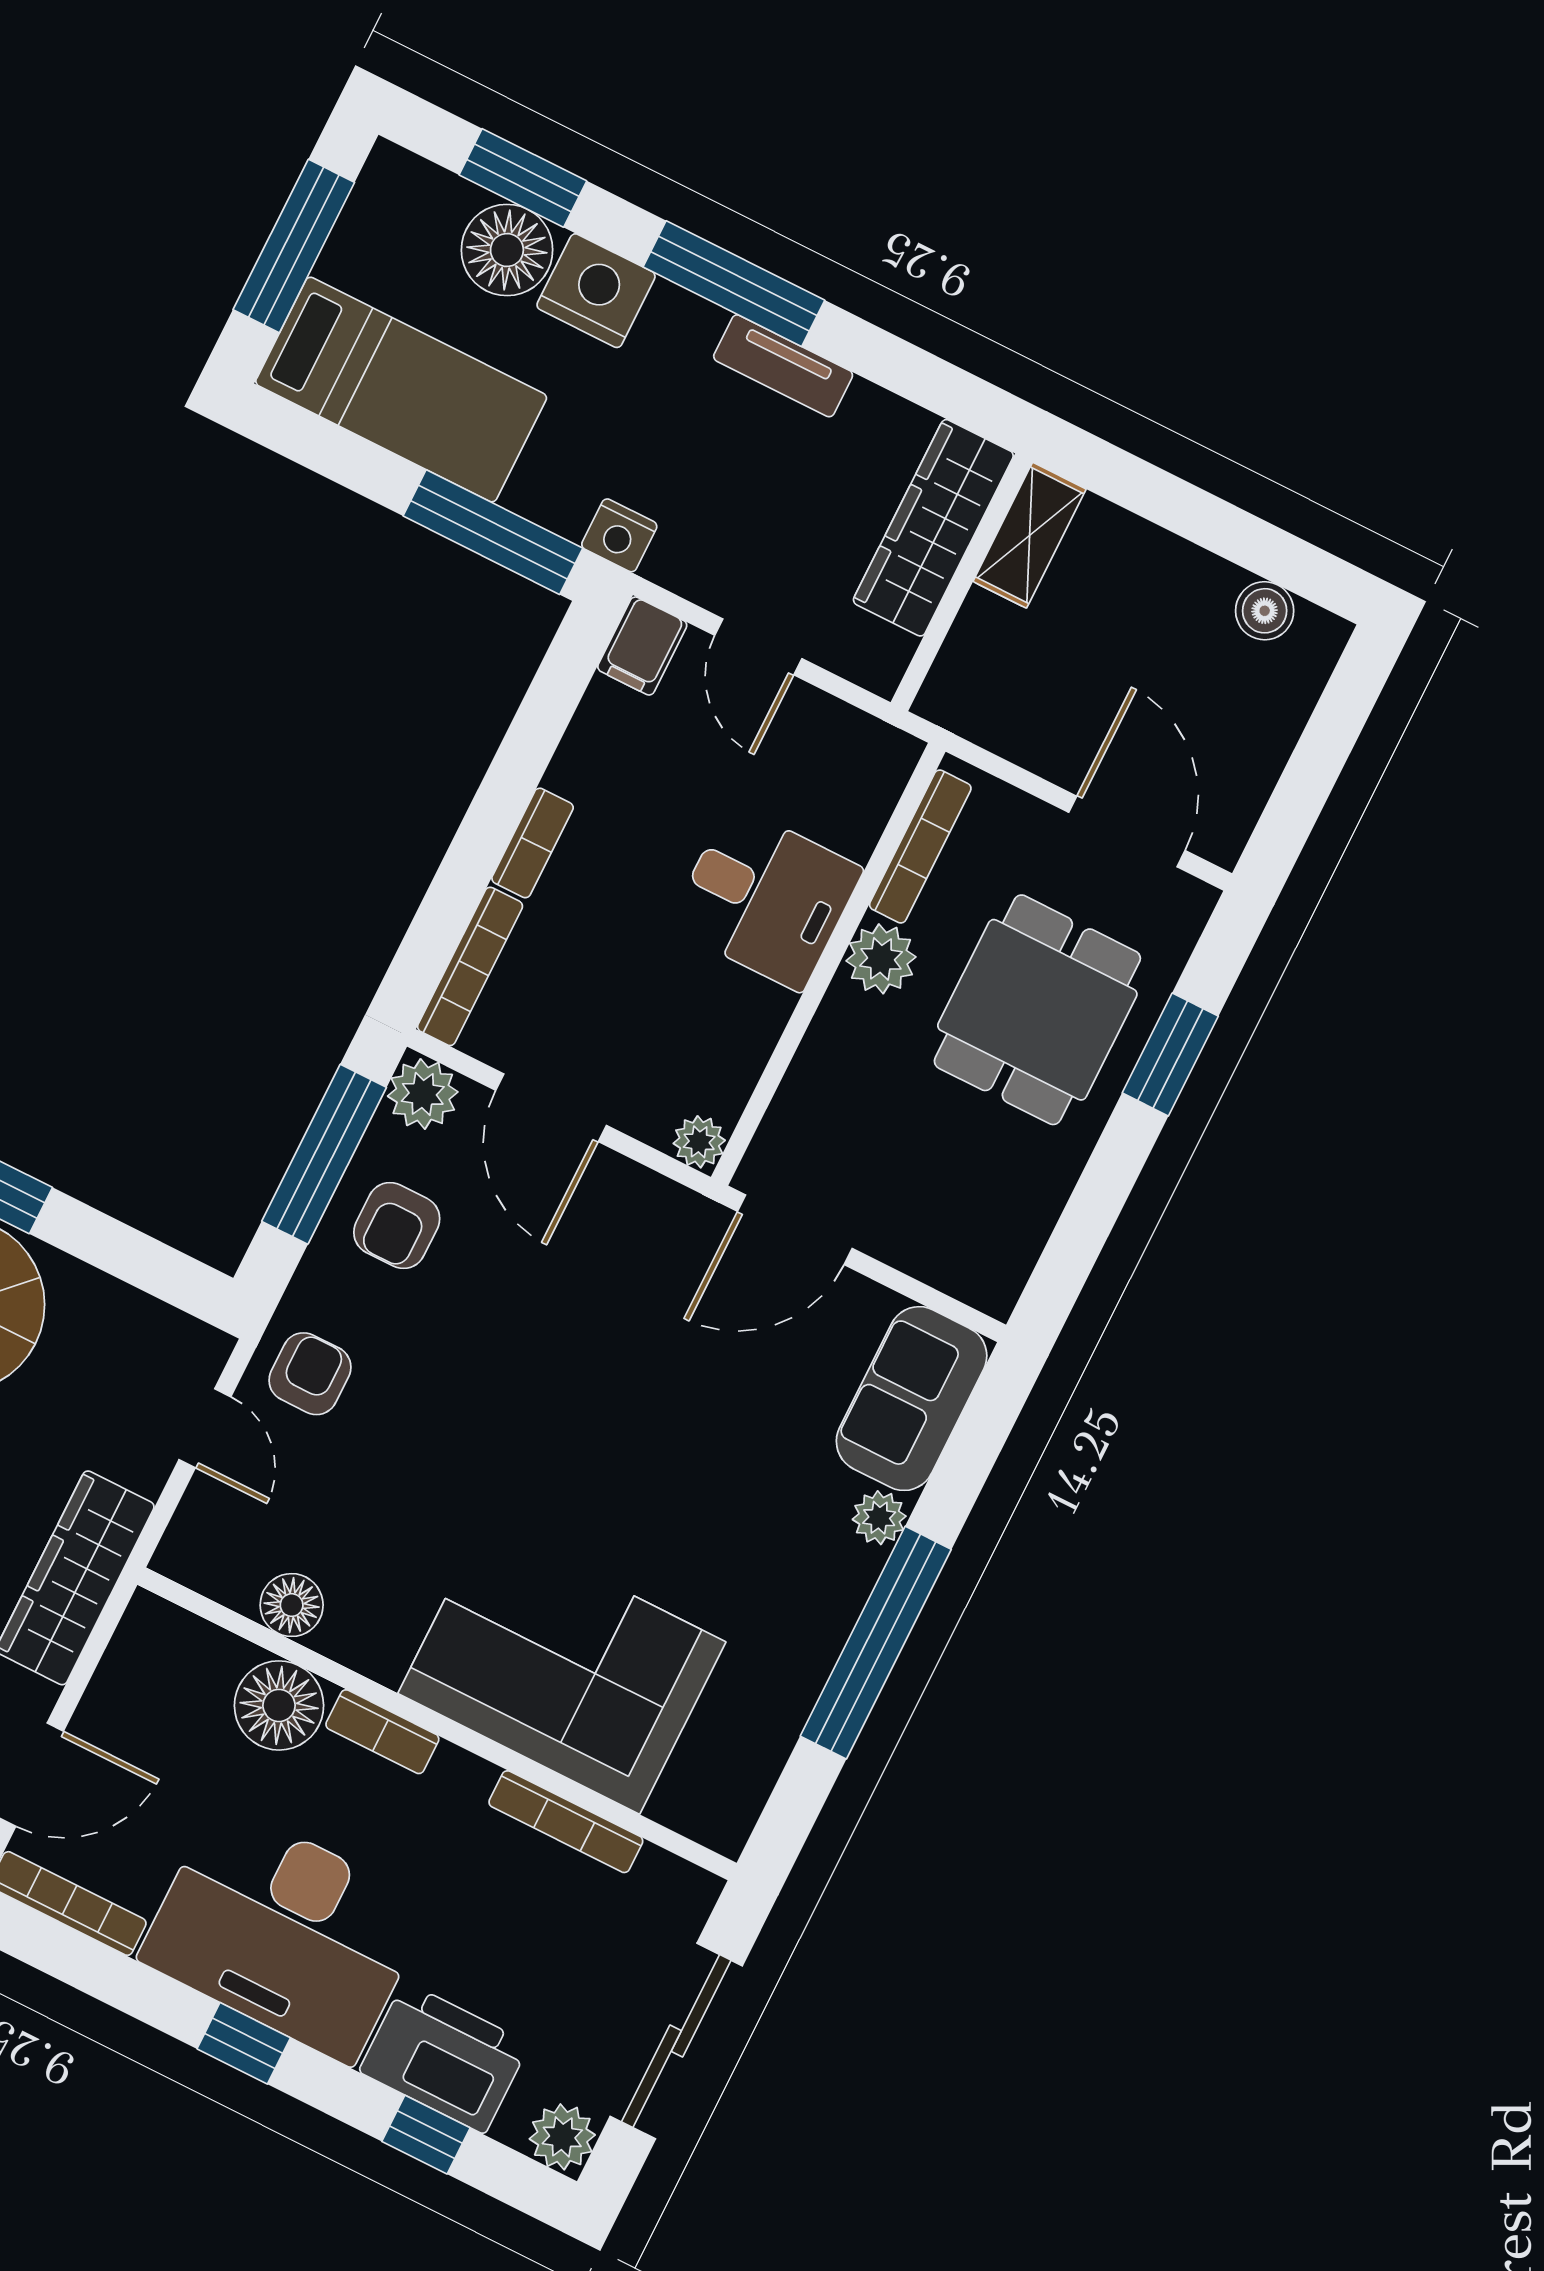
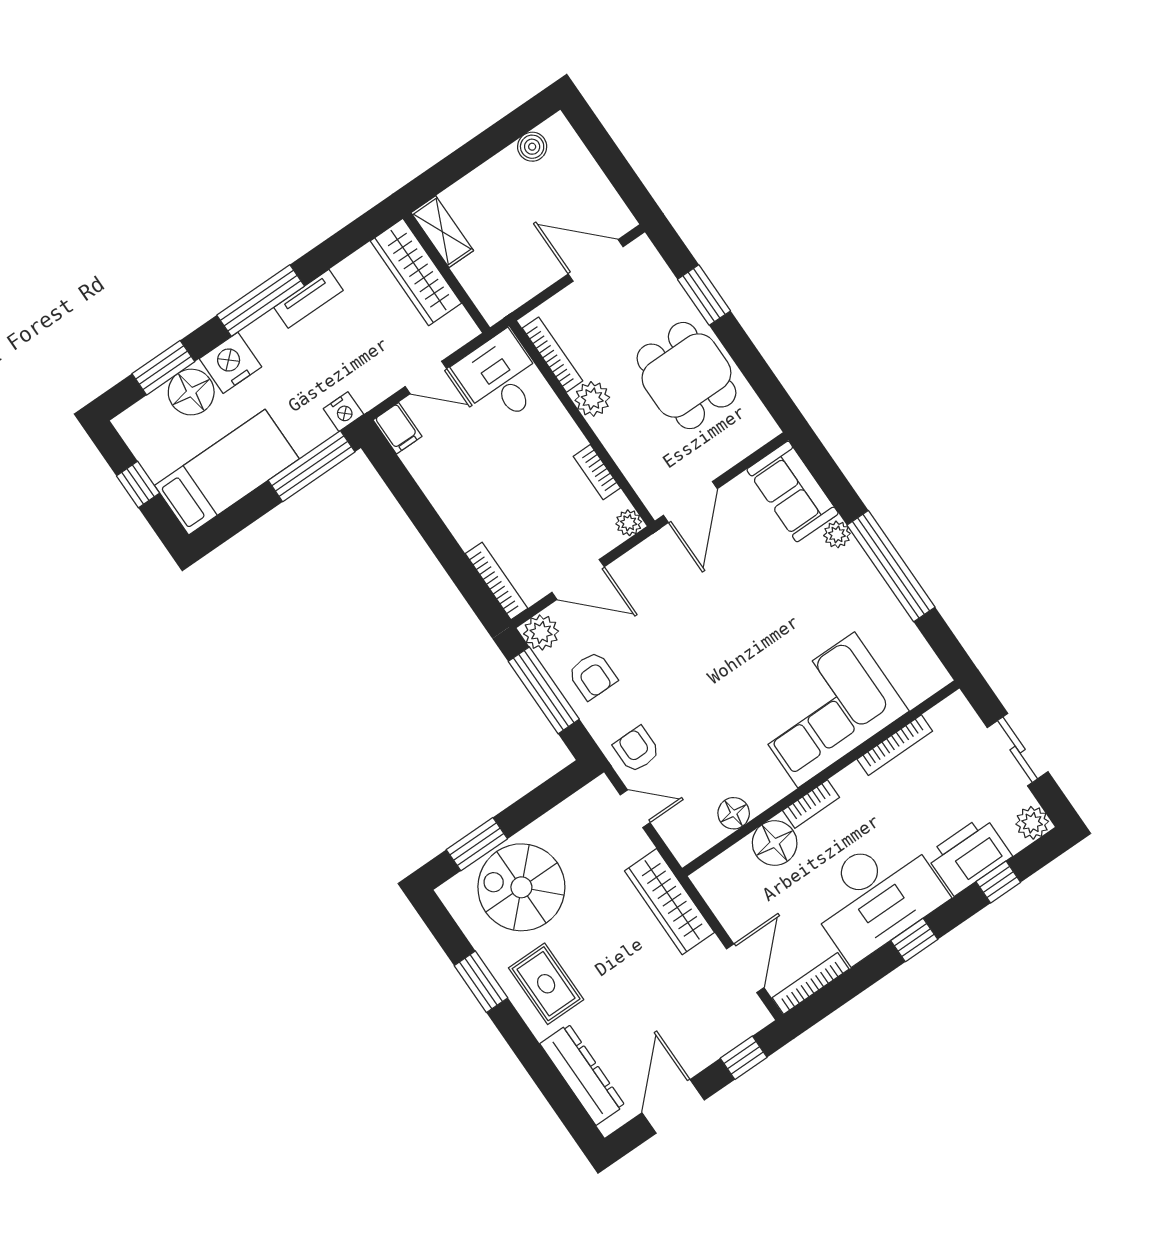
window: (294, 246) -> (138, 485), width x0.46
bookcase: (533, 843) -> (597, 472), moved, turned 180
desk: (766, 897) -> (500, 378), moved, turned -90
dining table: (1037, 1010) -> (686, 376), moved
sliding door: (676, 2041) -> (1018, 750), width x0.73

